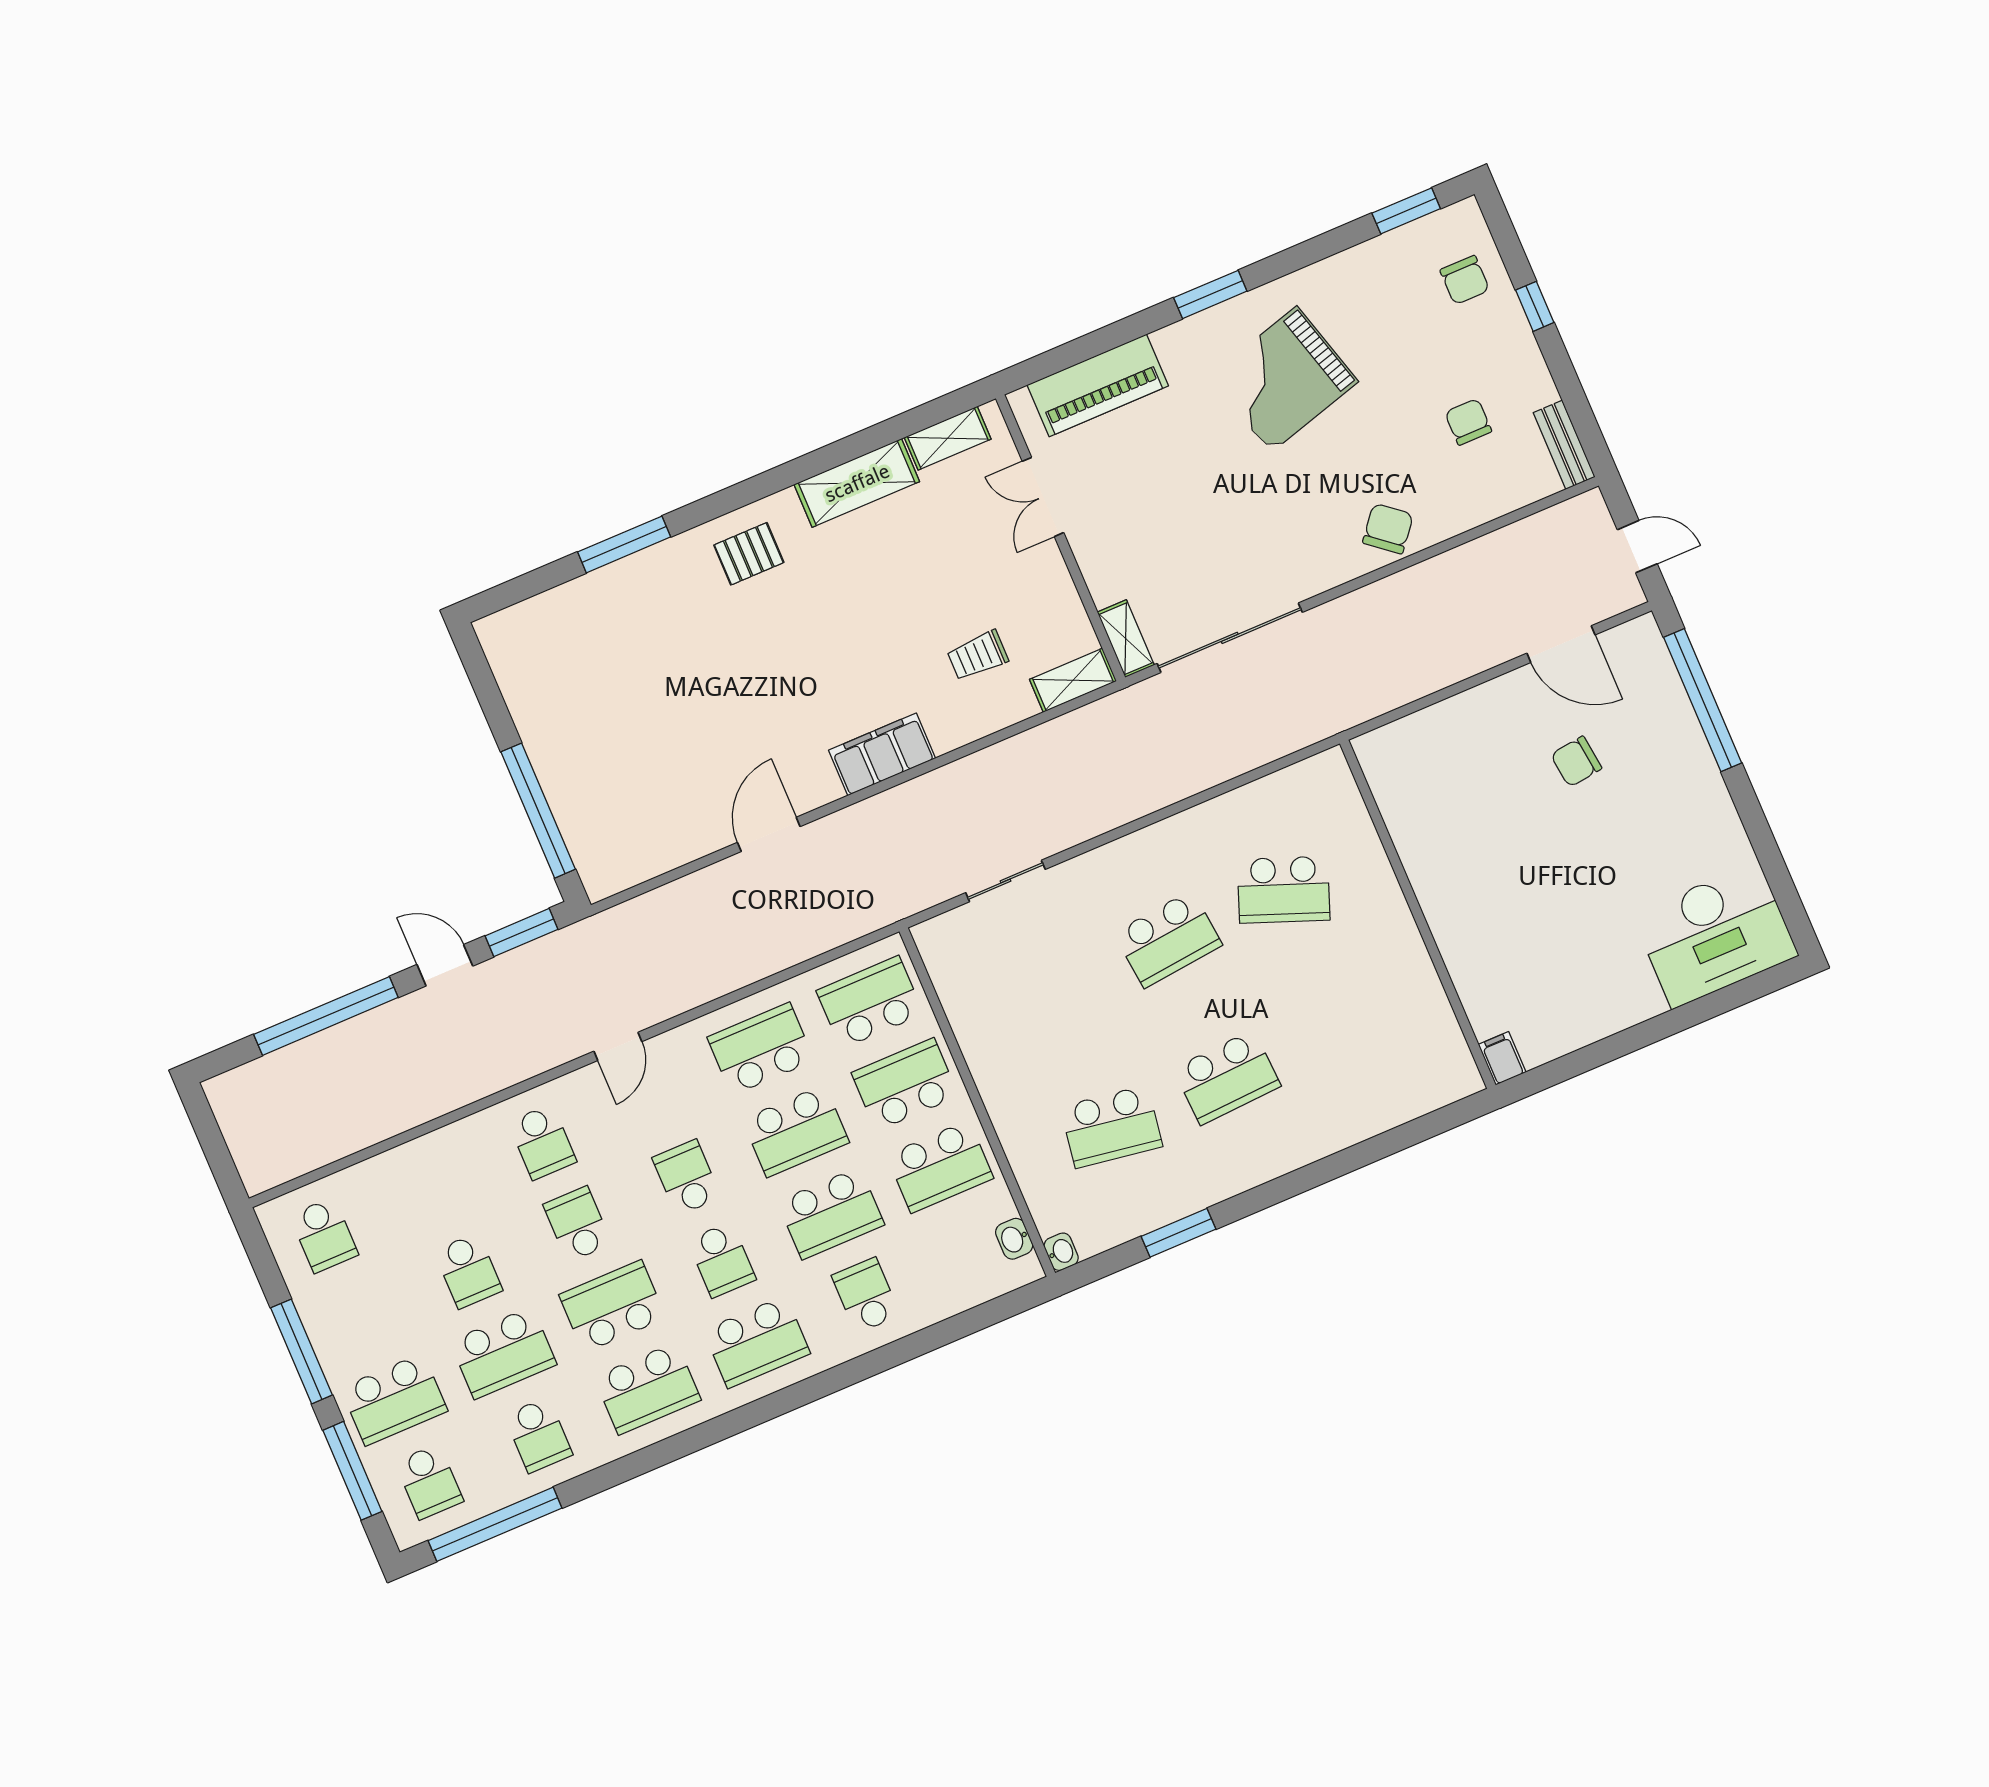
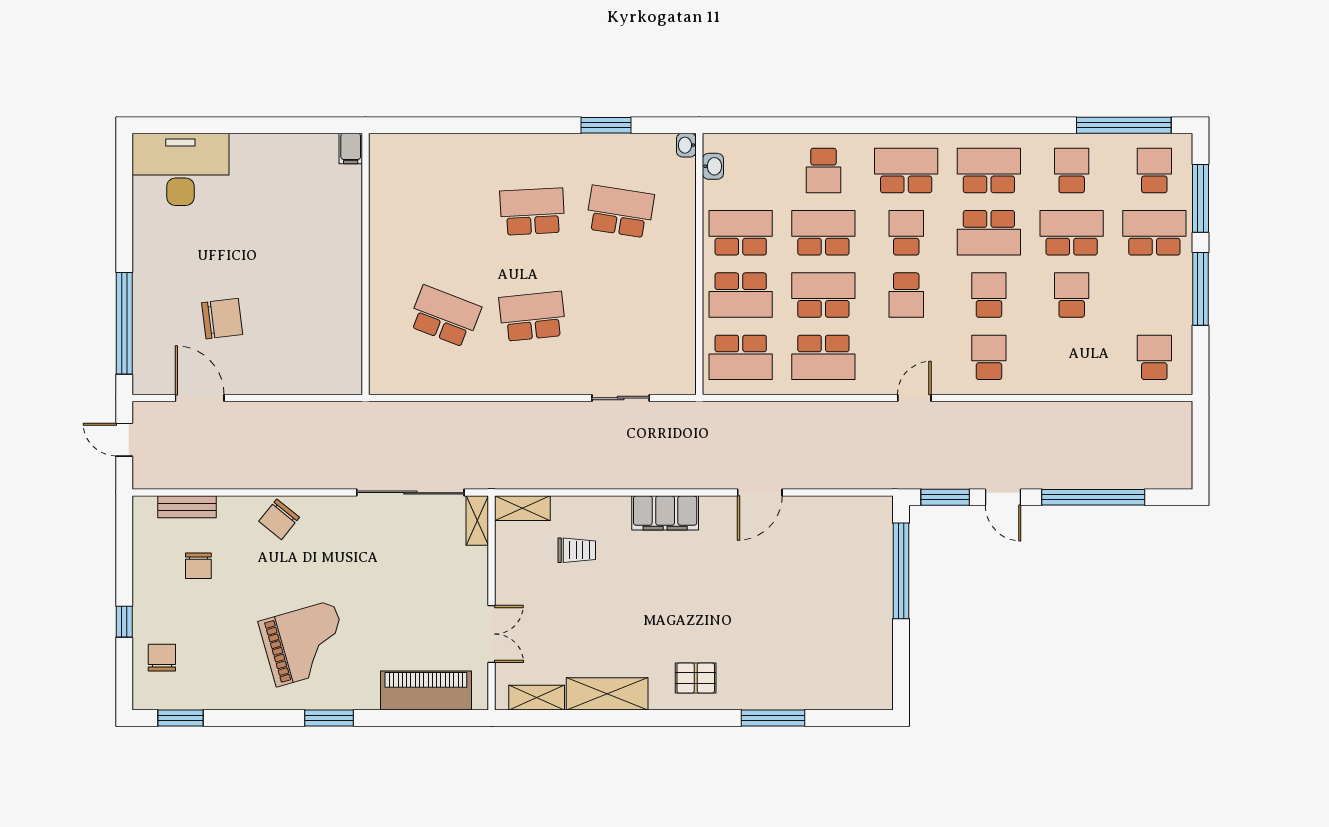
bench: (1564, 445) -> (187, 507), moved, turned 90
chair: (1576, 761) -> (222, 319), width x1.37, depth x1.37
school desk: (577, 1224) -> (989, 295), turned 180

